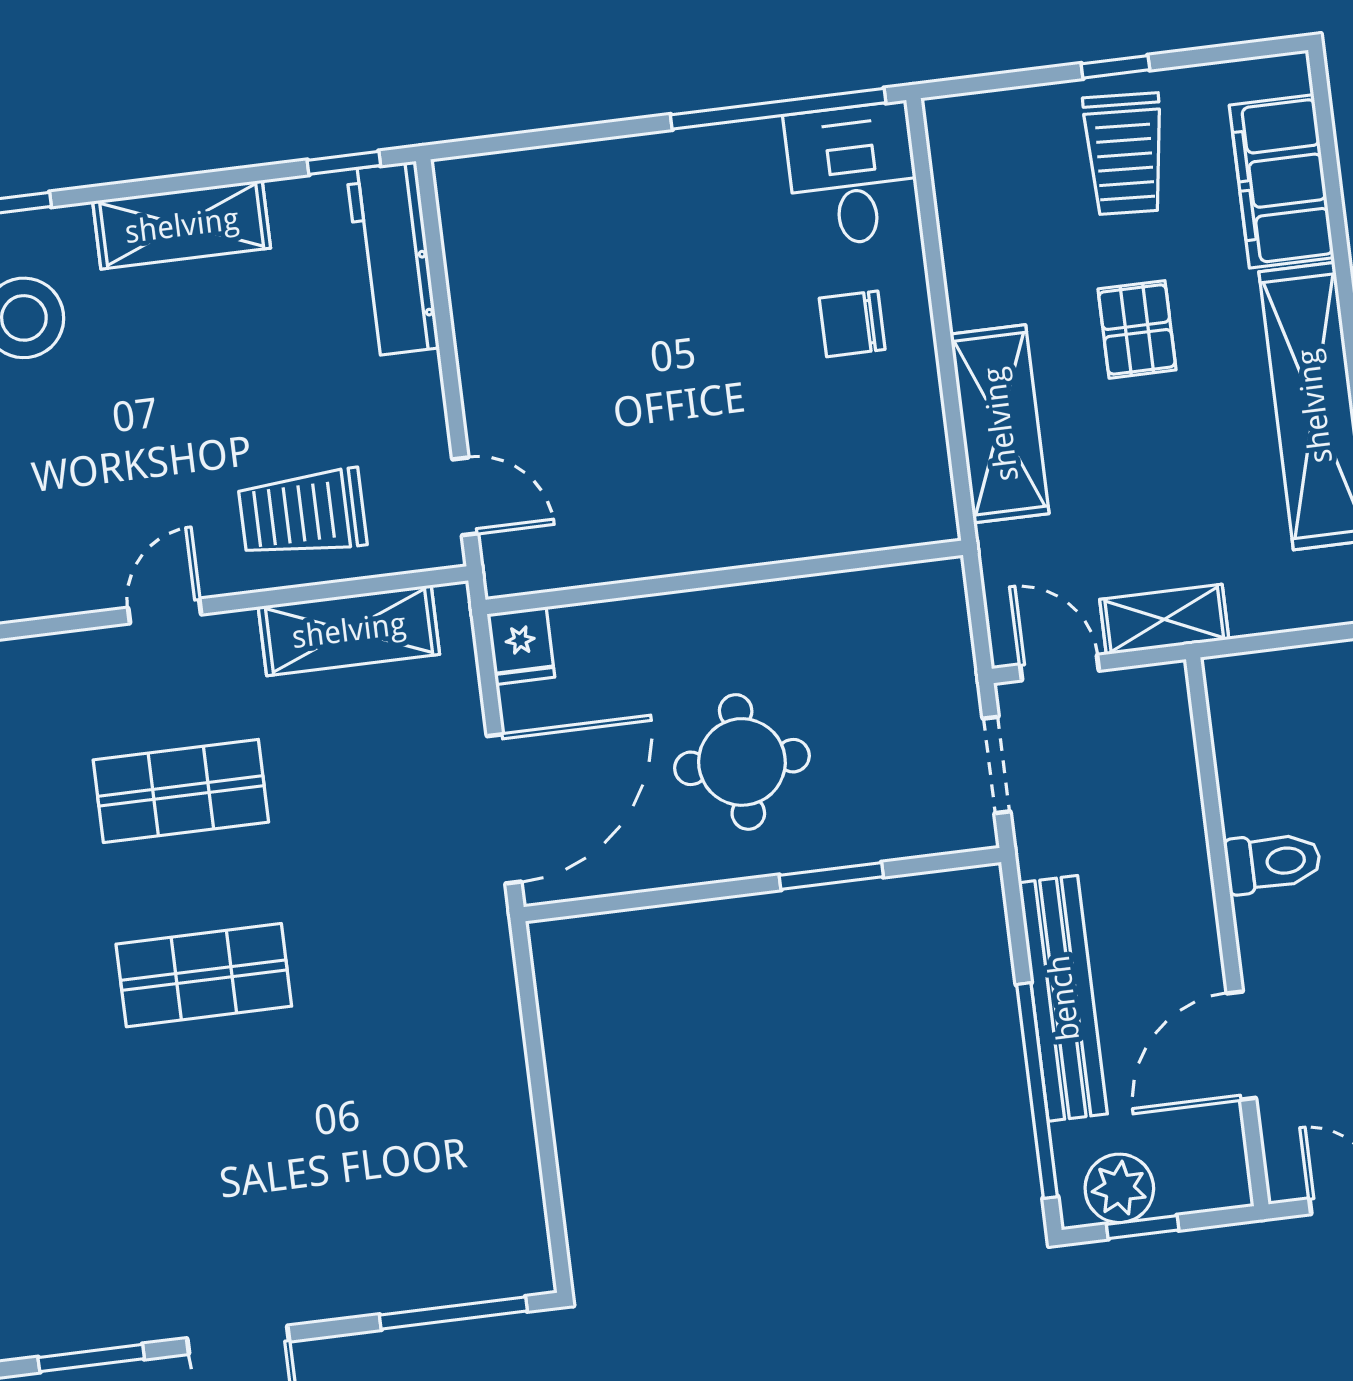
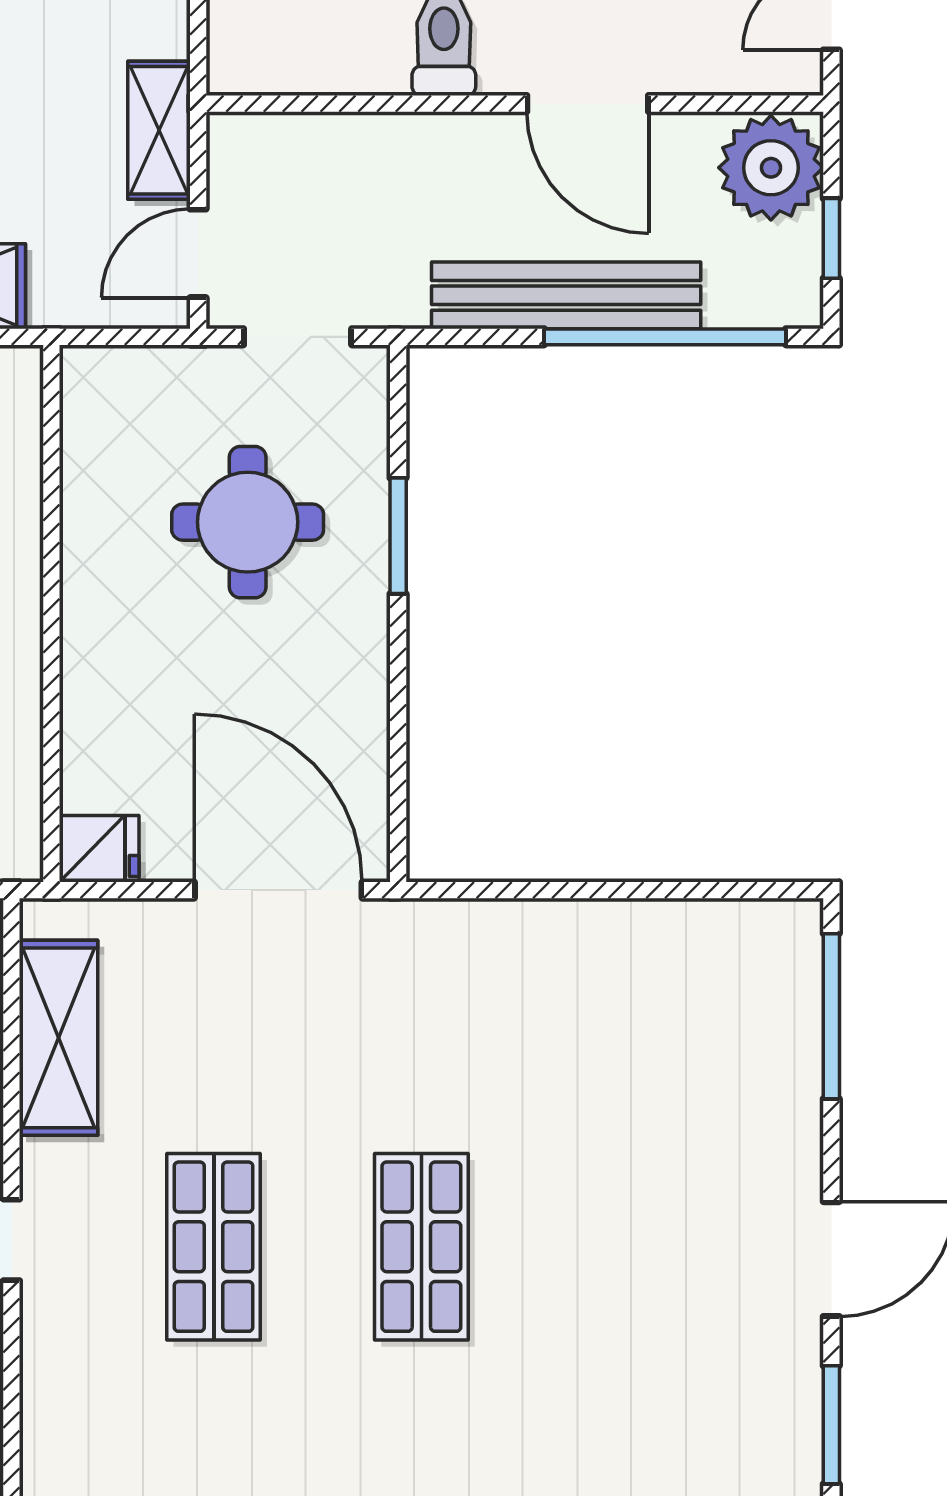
round table: (742, 762) -> (248, 522), moved
door: (1241, 1046) -> (588, 104), moved
plant: (1119, 1188) -> (771, 168), moved, width x1.36, depth x1.36

